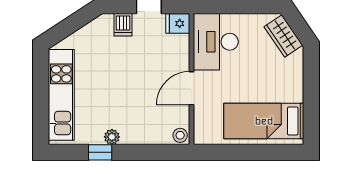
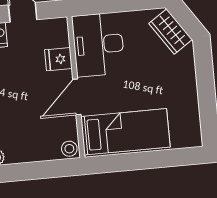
fridge: (178, 23) -> (58, 59), moved
bed: (264, 121) -> (125, 132), moved, turned 180

